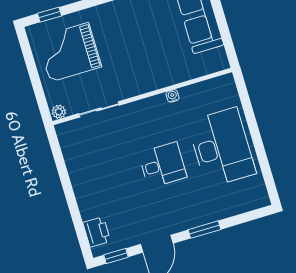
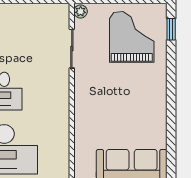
water cooler: (173, 96) -> (64, 119), removed

